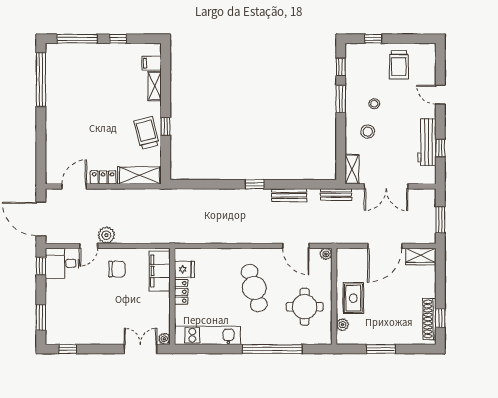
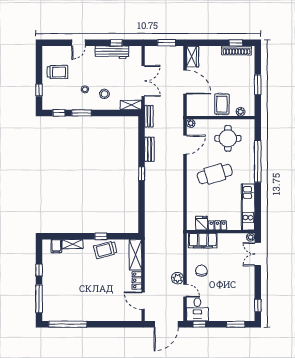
rug: (353, 298) -> (222, 104), turned 90

